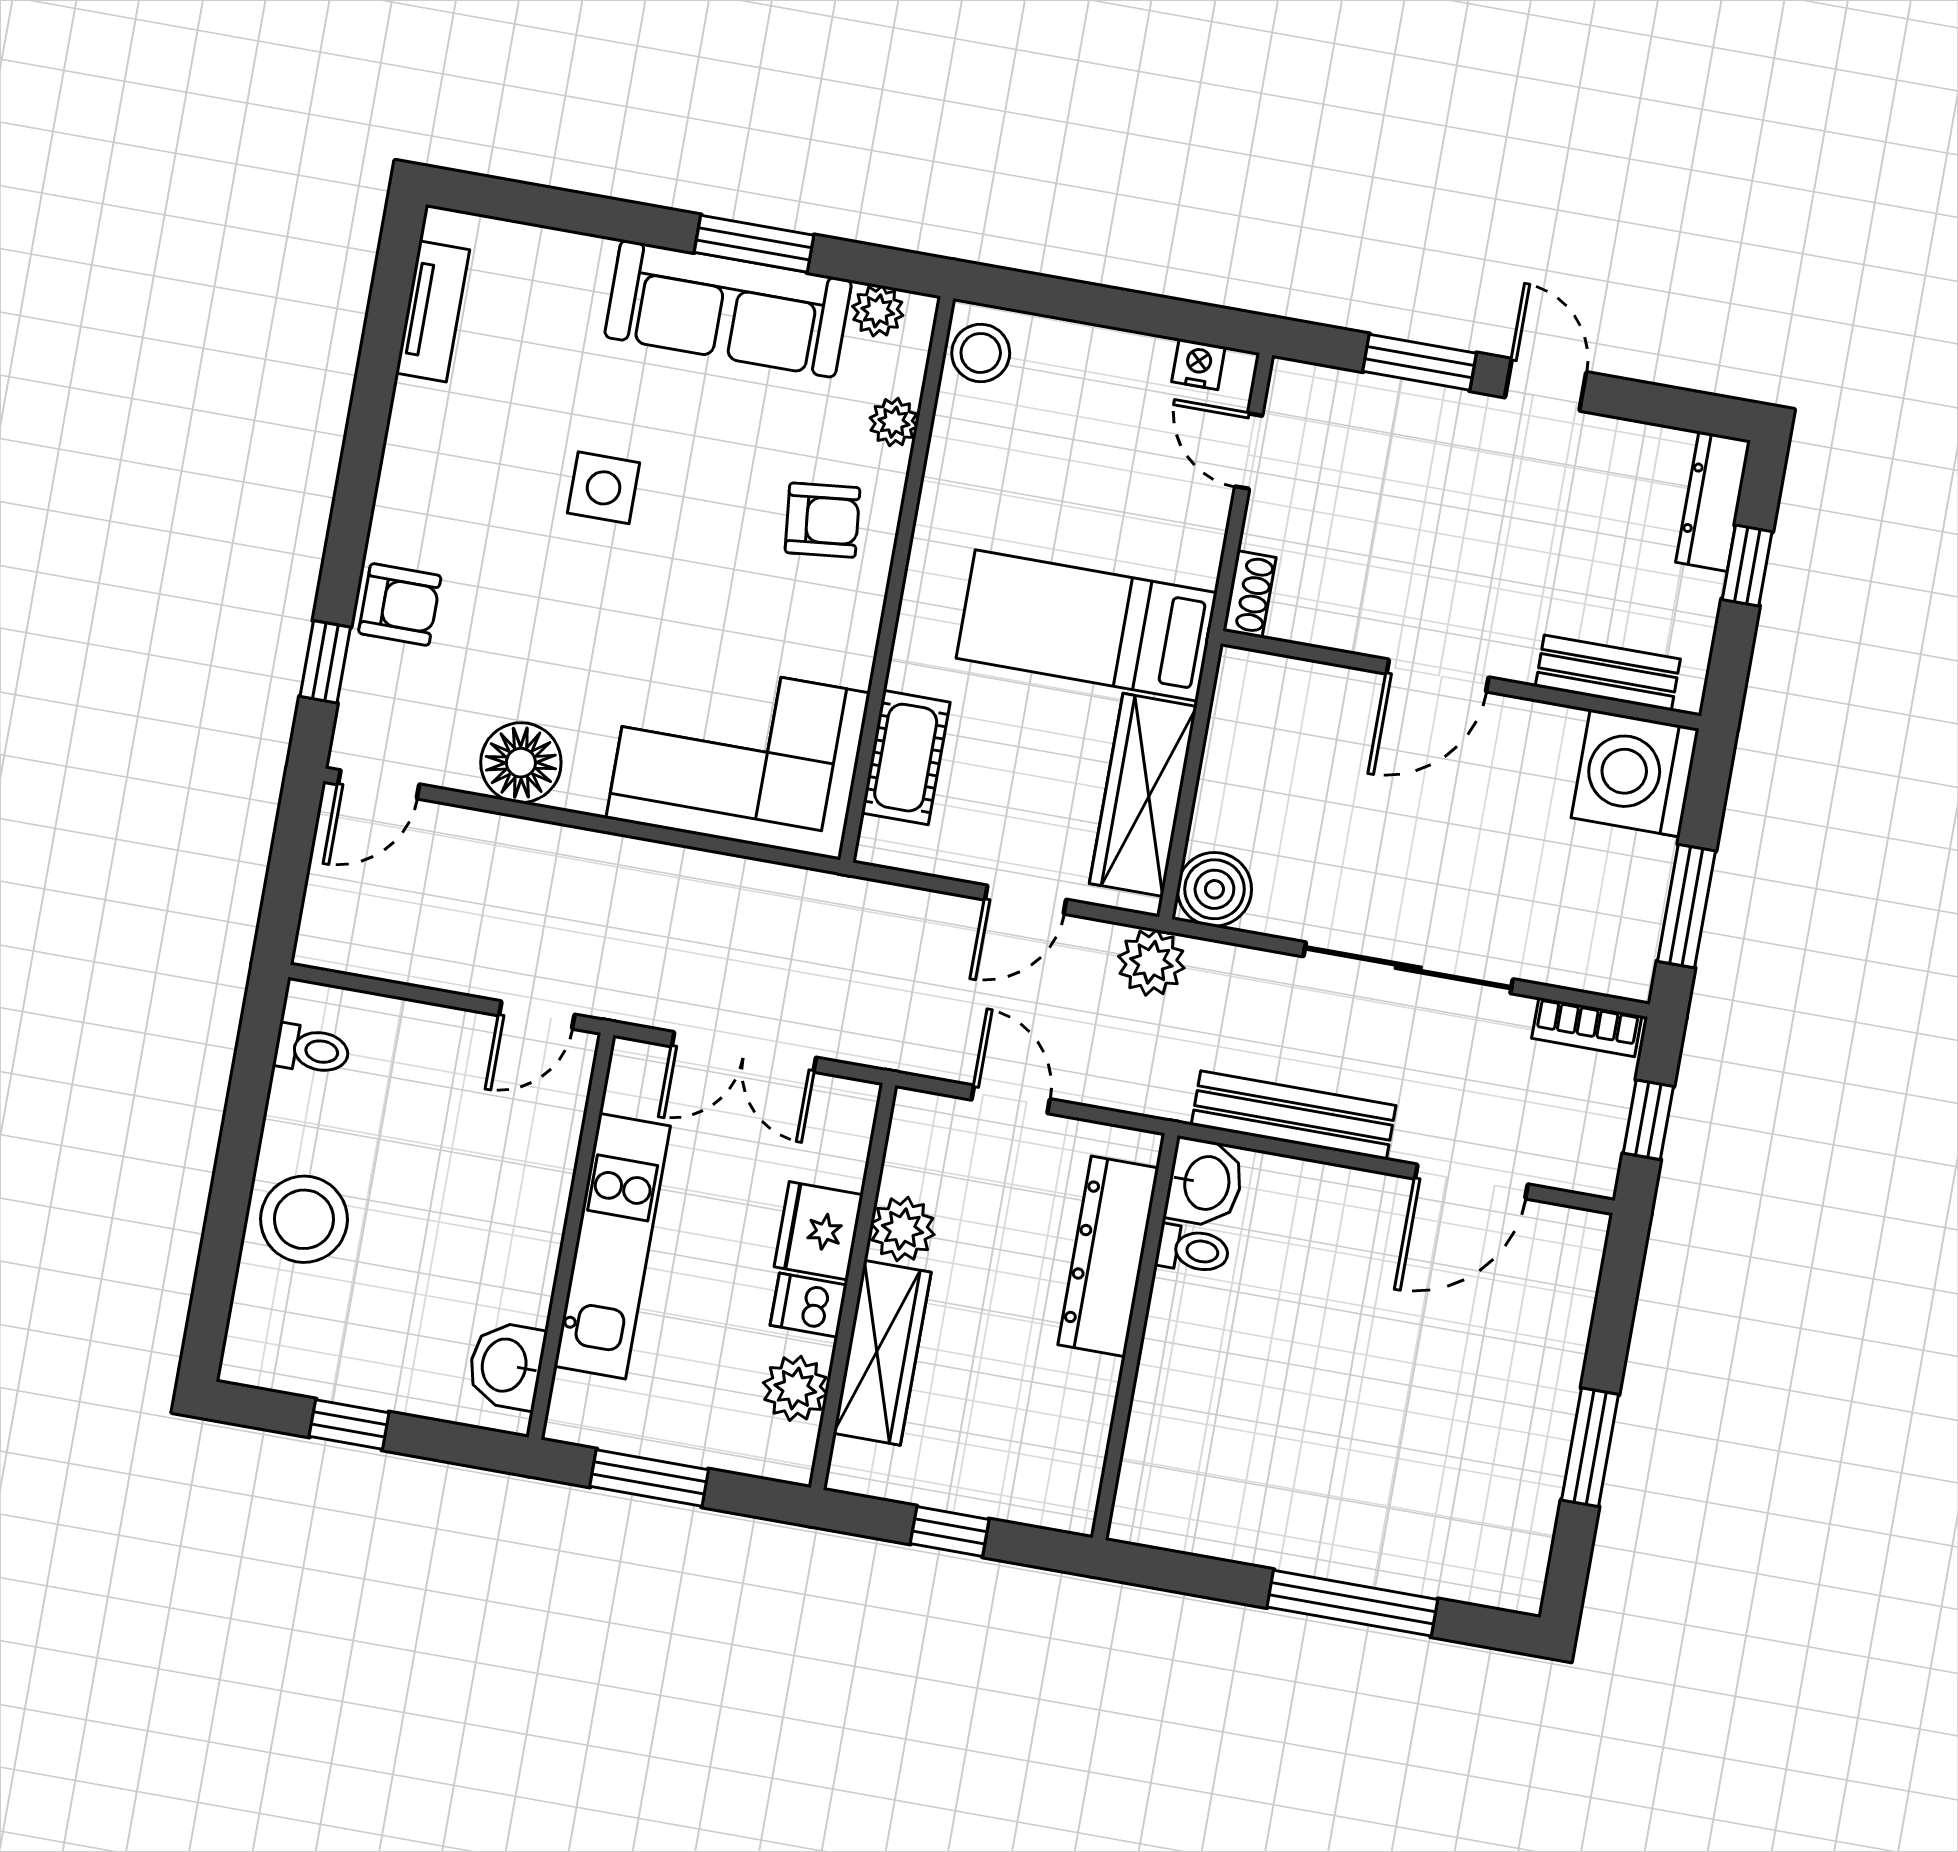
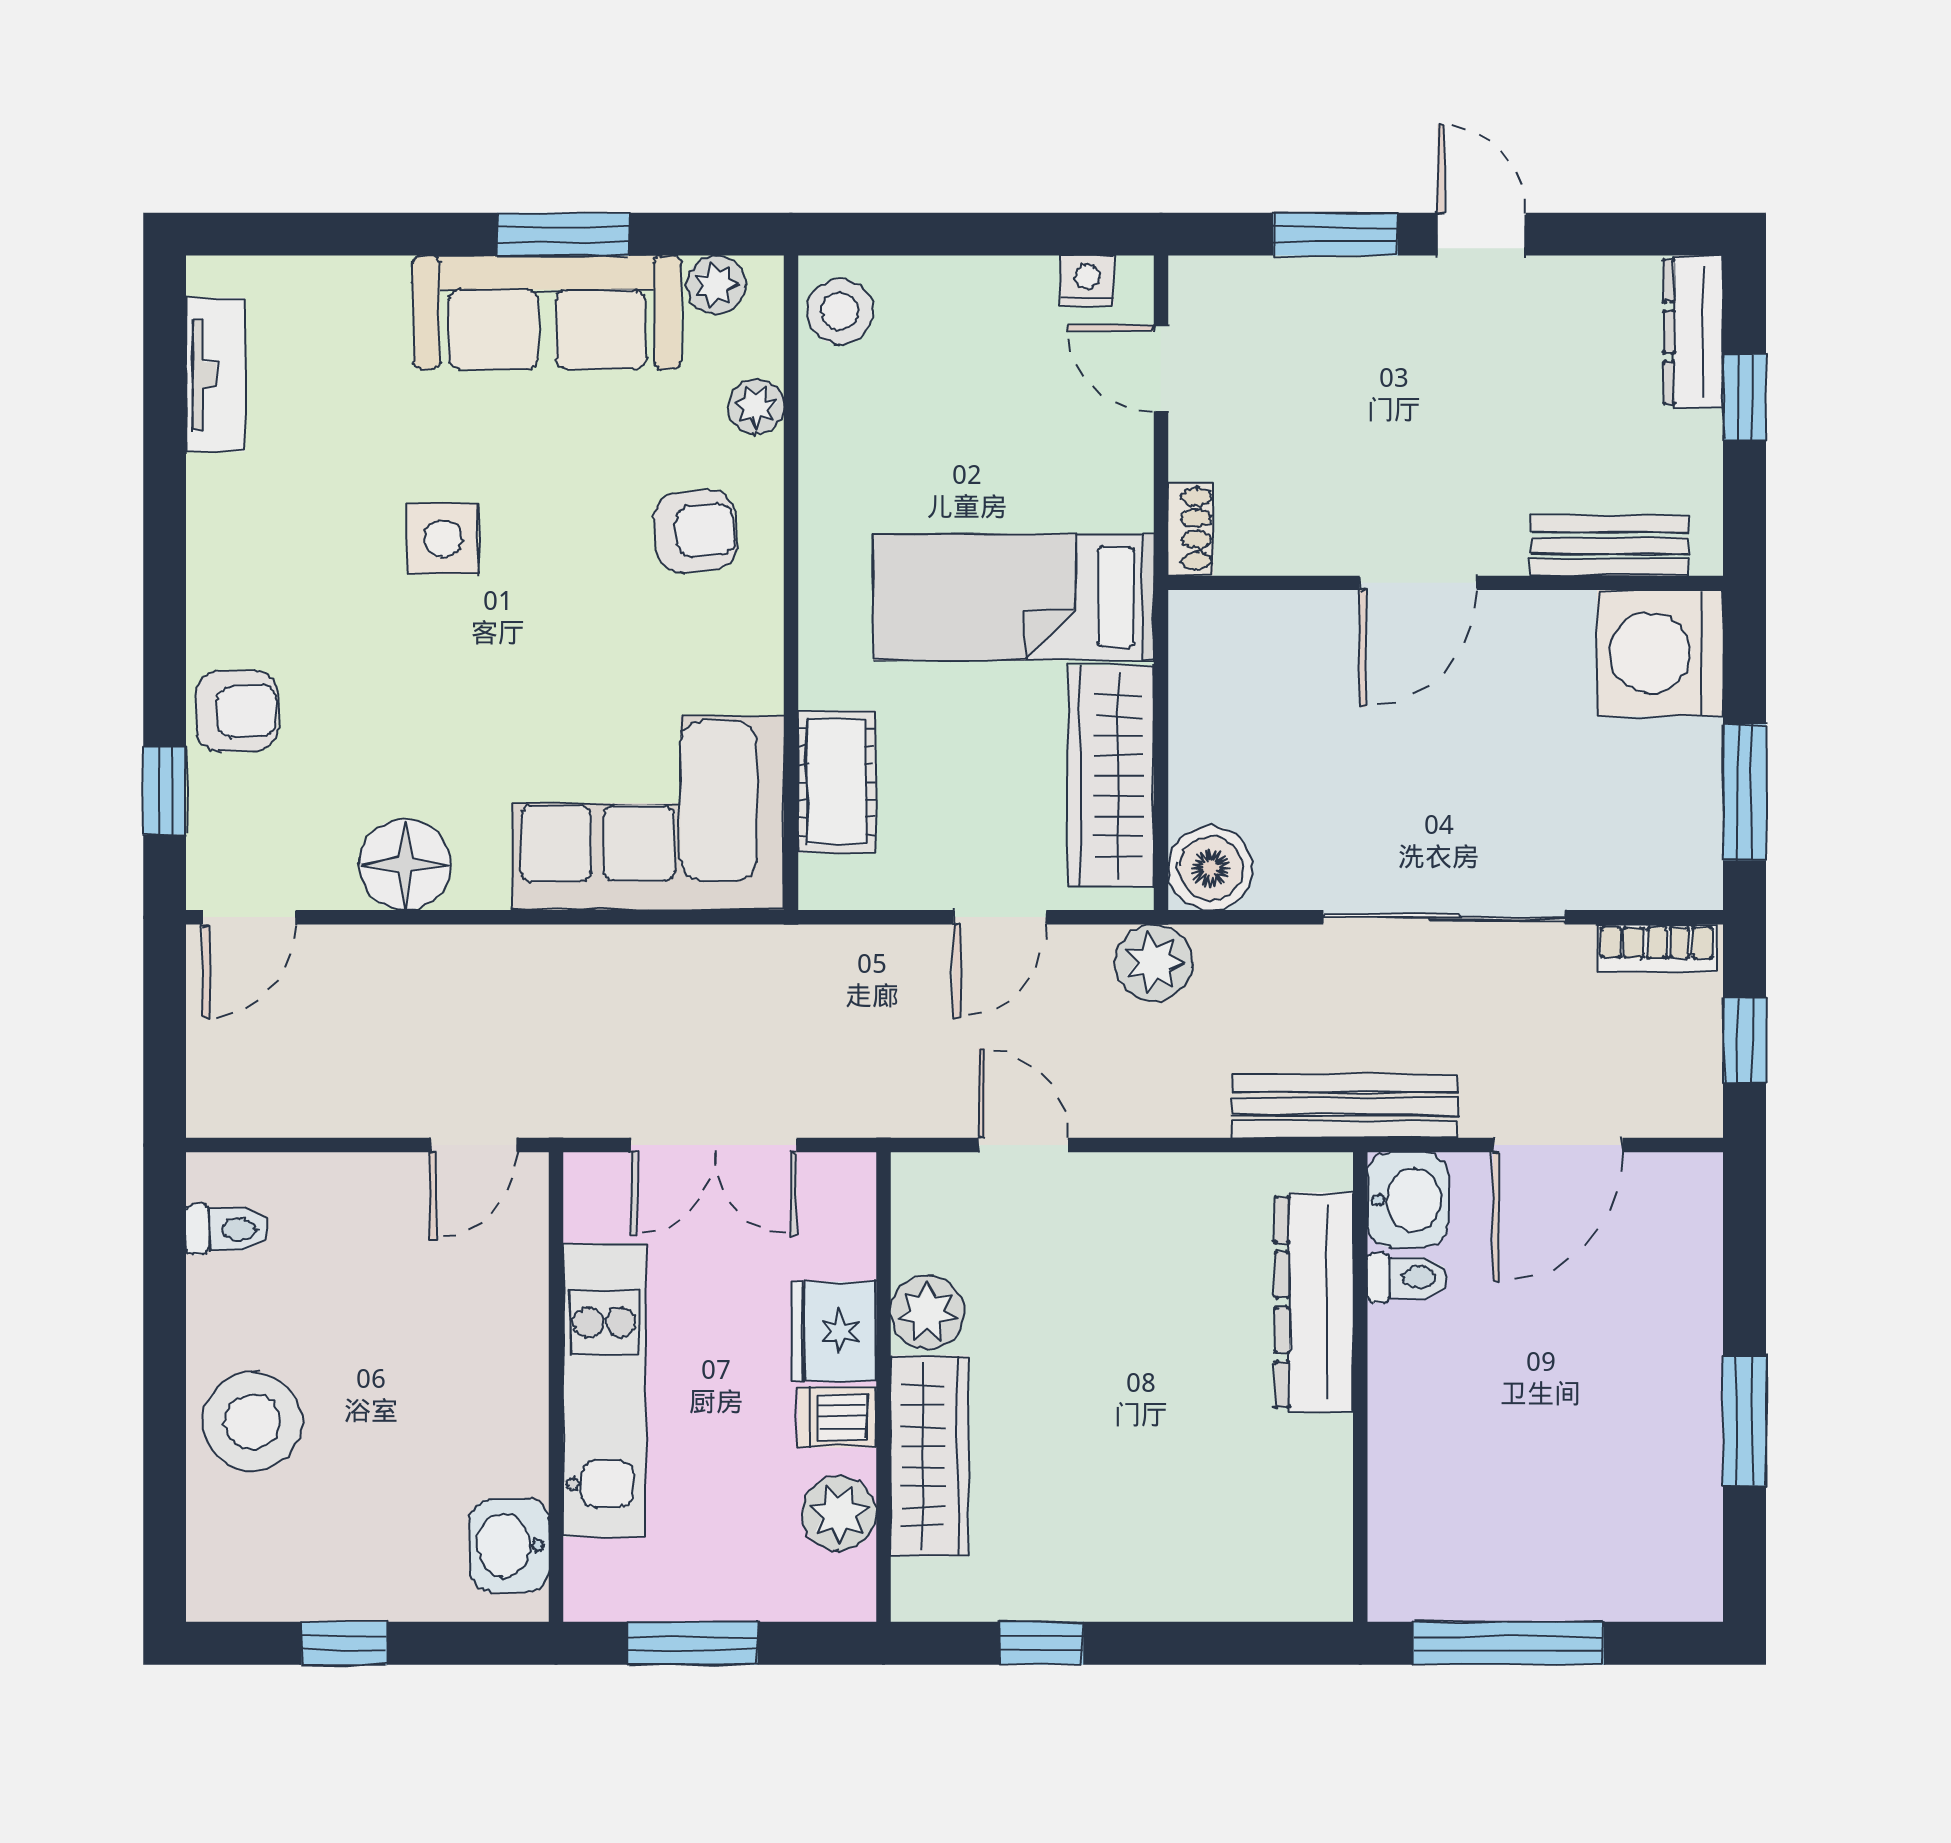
washbasin: (1205, 1183) -> (1408, 1200), moved
toilet: (1193, 1250) -> (1408, 1278), moved
dresser: (1108, 1256) -> (1314, 1302), moved
wall: (1135, 1337) -> (1360, 1387), moved

